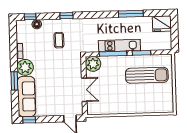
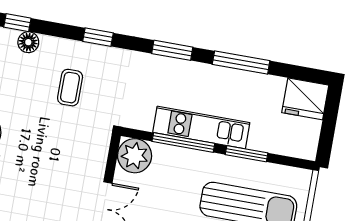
window: (100, 15) -> (172, 50), added

